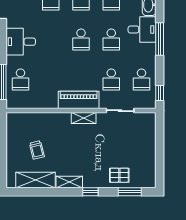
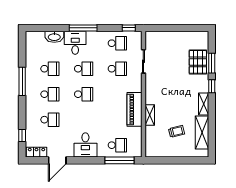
piano: (79, 100) -> (134, 109), moved
shelving: (84, 118) -> (150, 115), moved
pallet: (119, 175) -> (198, 62), width x1.50, depth x1.42
window: (130, 192) -> (212, 63), moved

